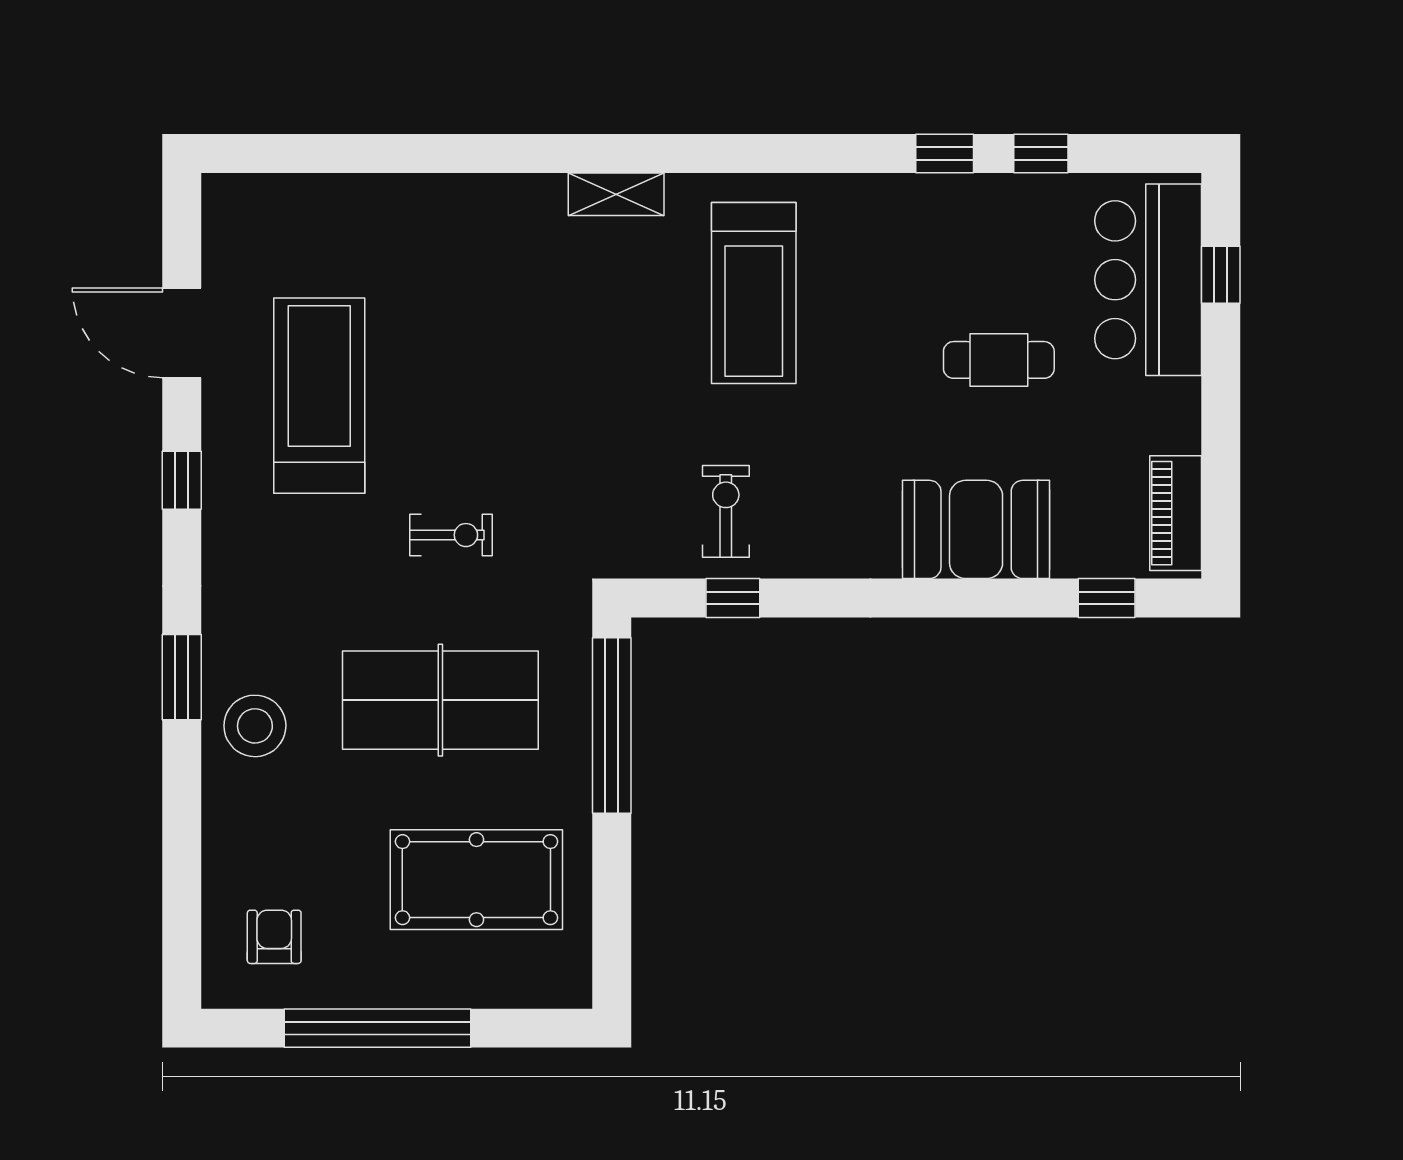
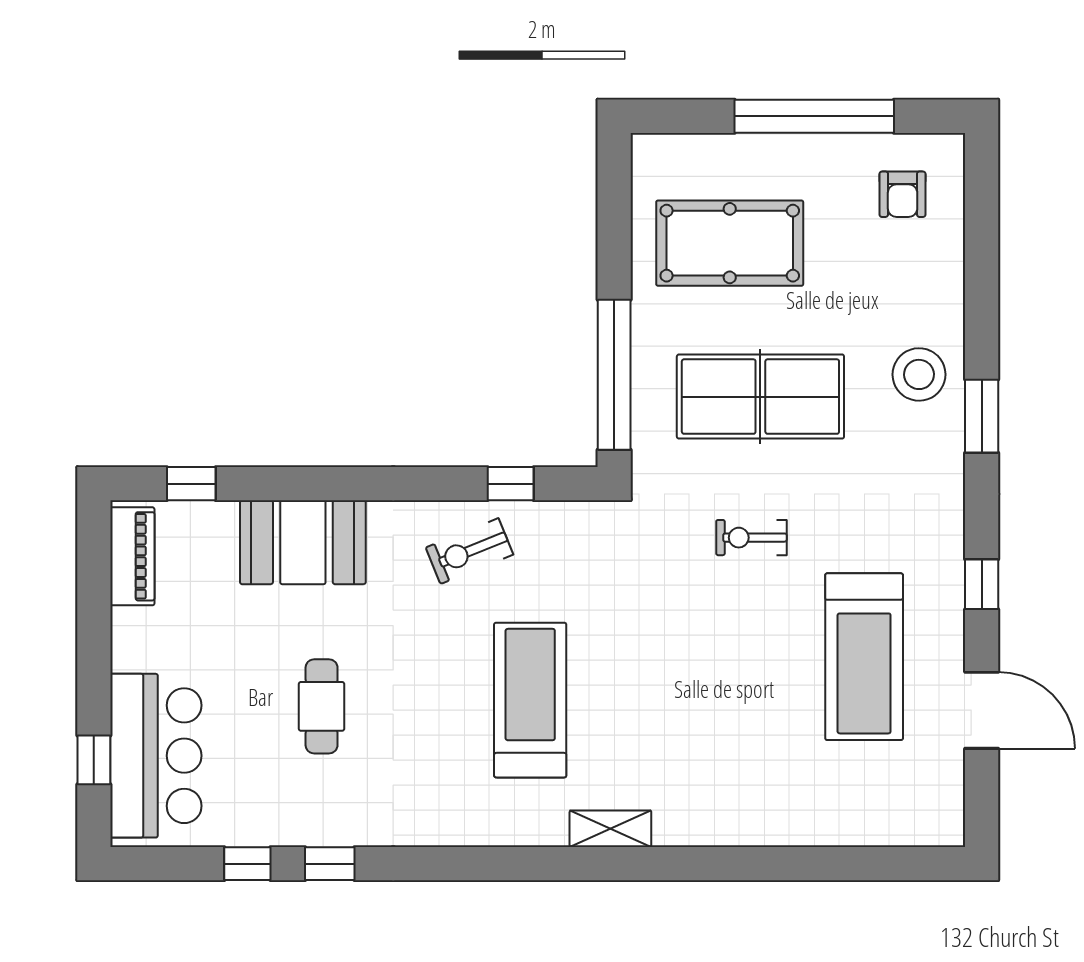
treadmill: (754, 293) -> (530, 700), moved
cafe table: (999, 360) -> (322, 706), moved, turned 90
exercise bike: (726, 511) -> (470, 551), moved, turned 68

